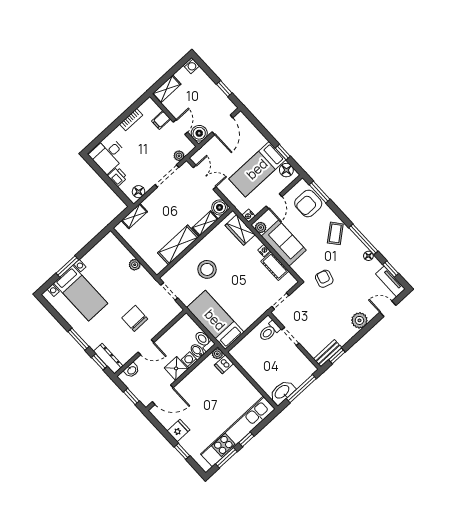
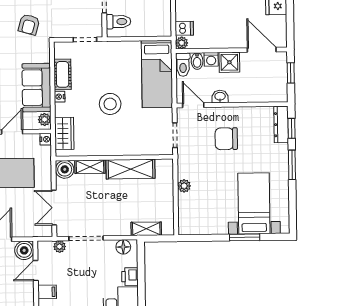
stool: (207, 269) -> (110, 104), moved
chair: (135, 318) -> (226, 139), turned 90
door: (146, 347) -> (193, 105), moved
washbasin: (132, 370) -> (220, 97), moved

